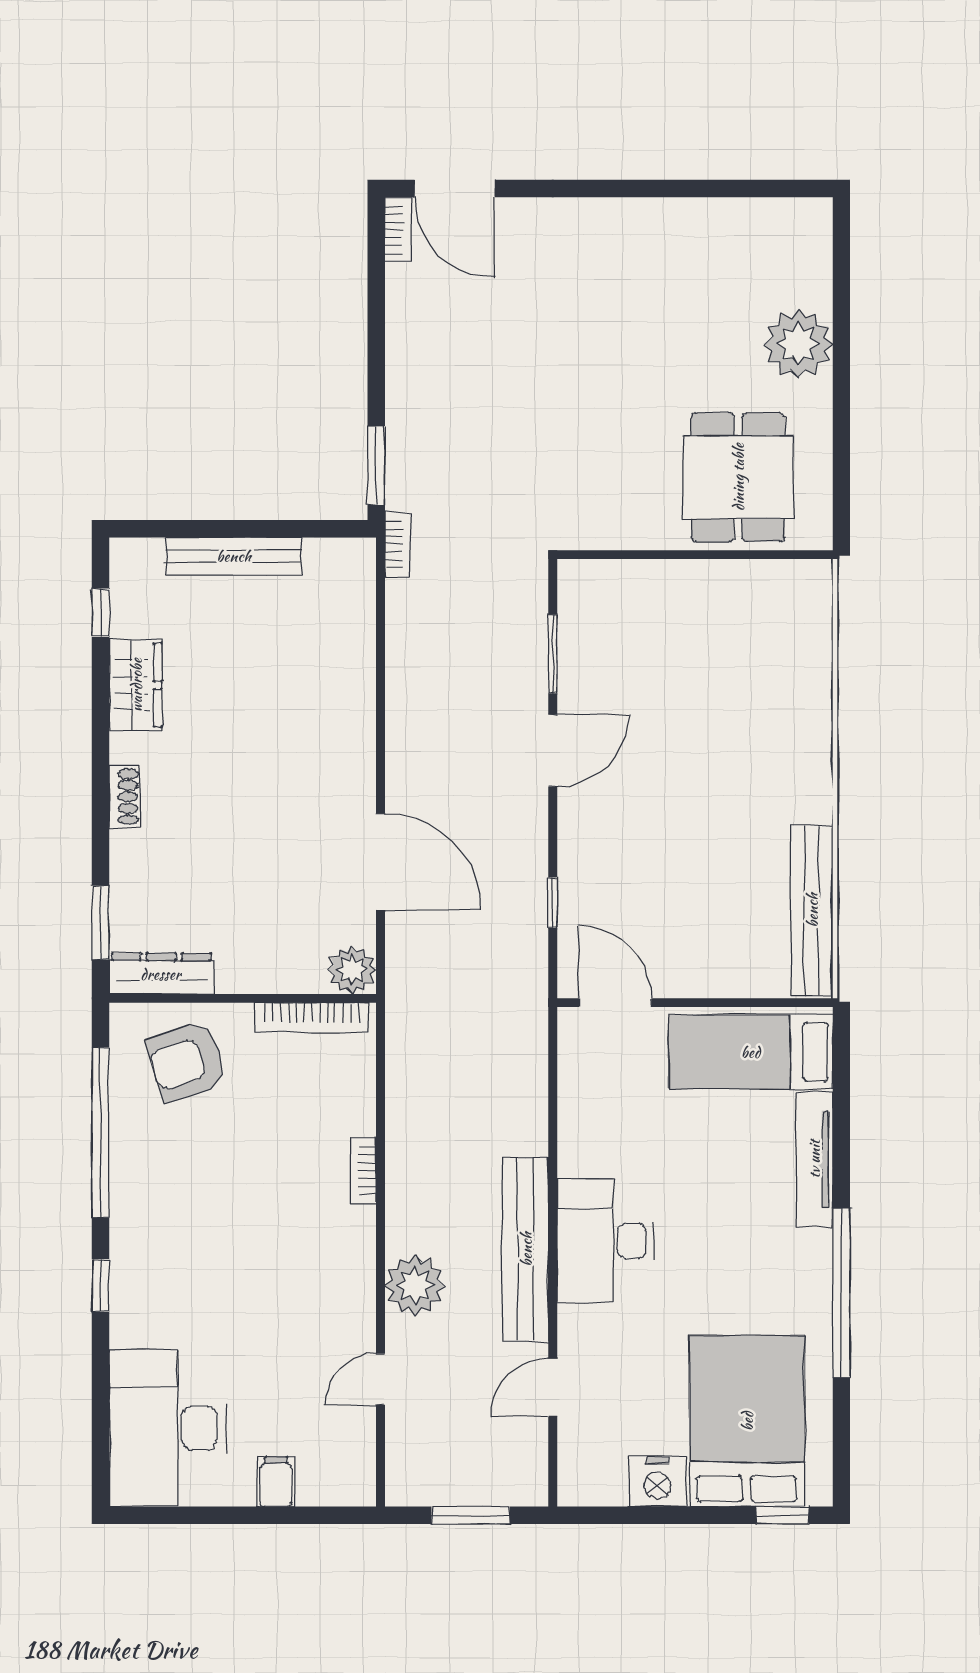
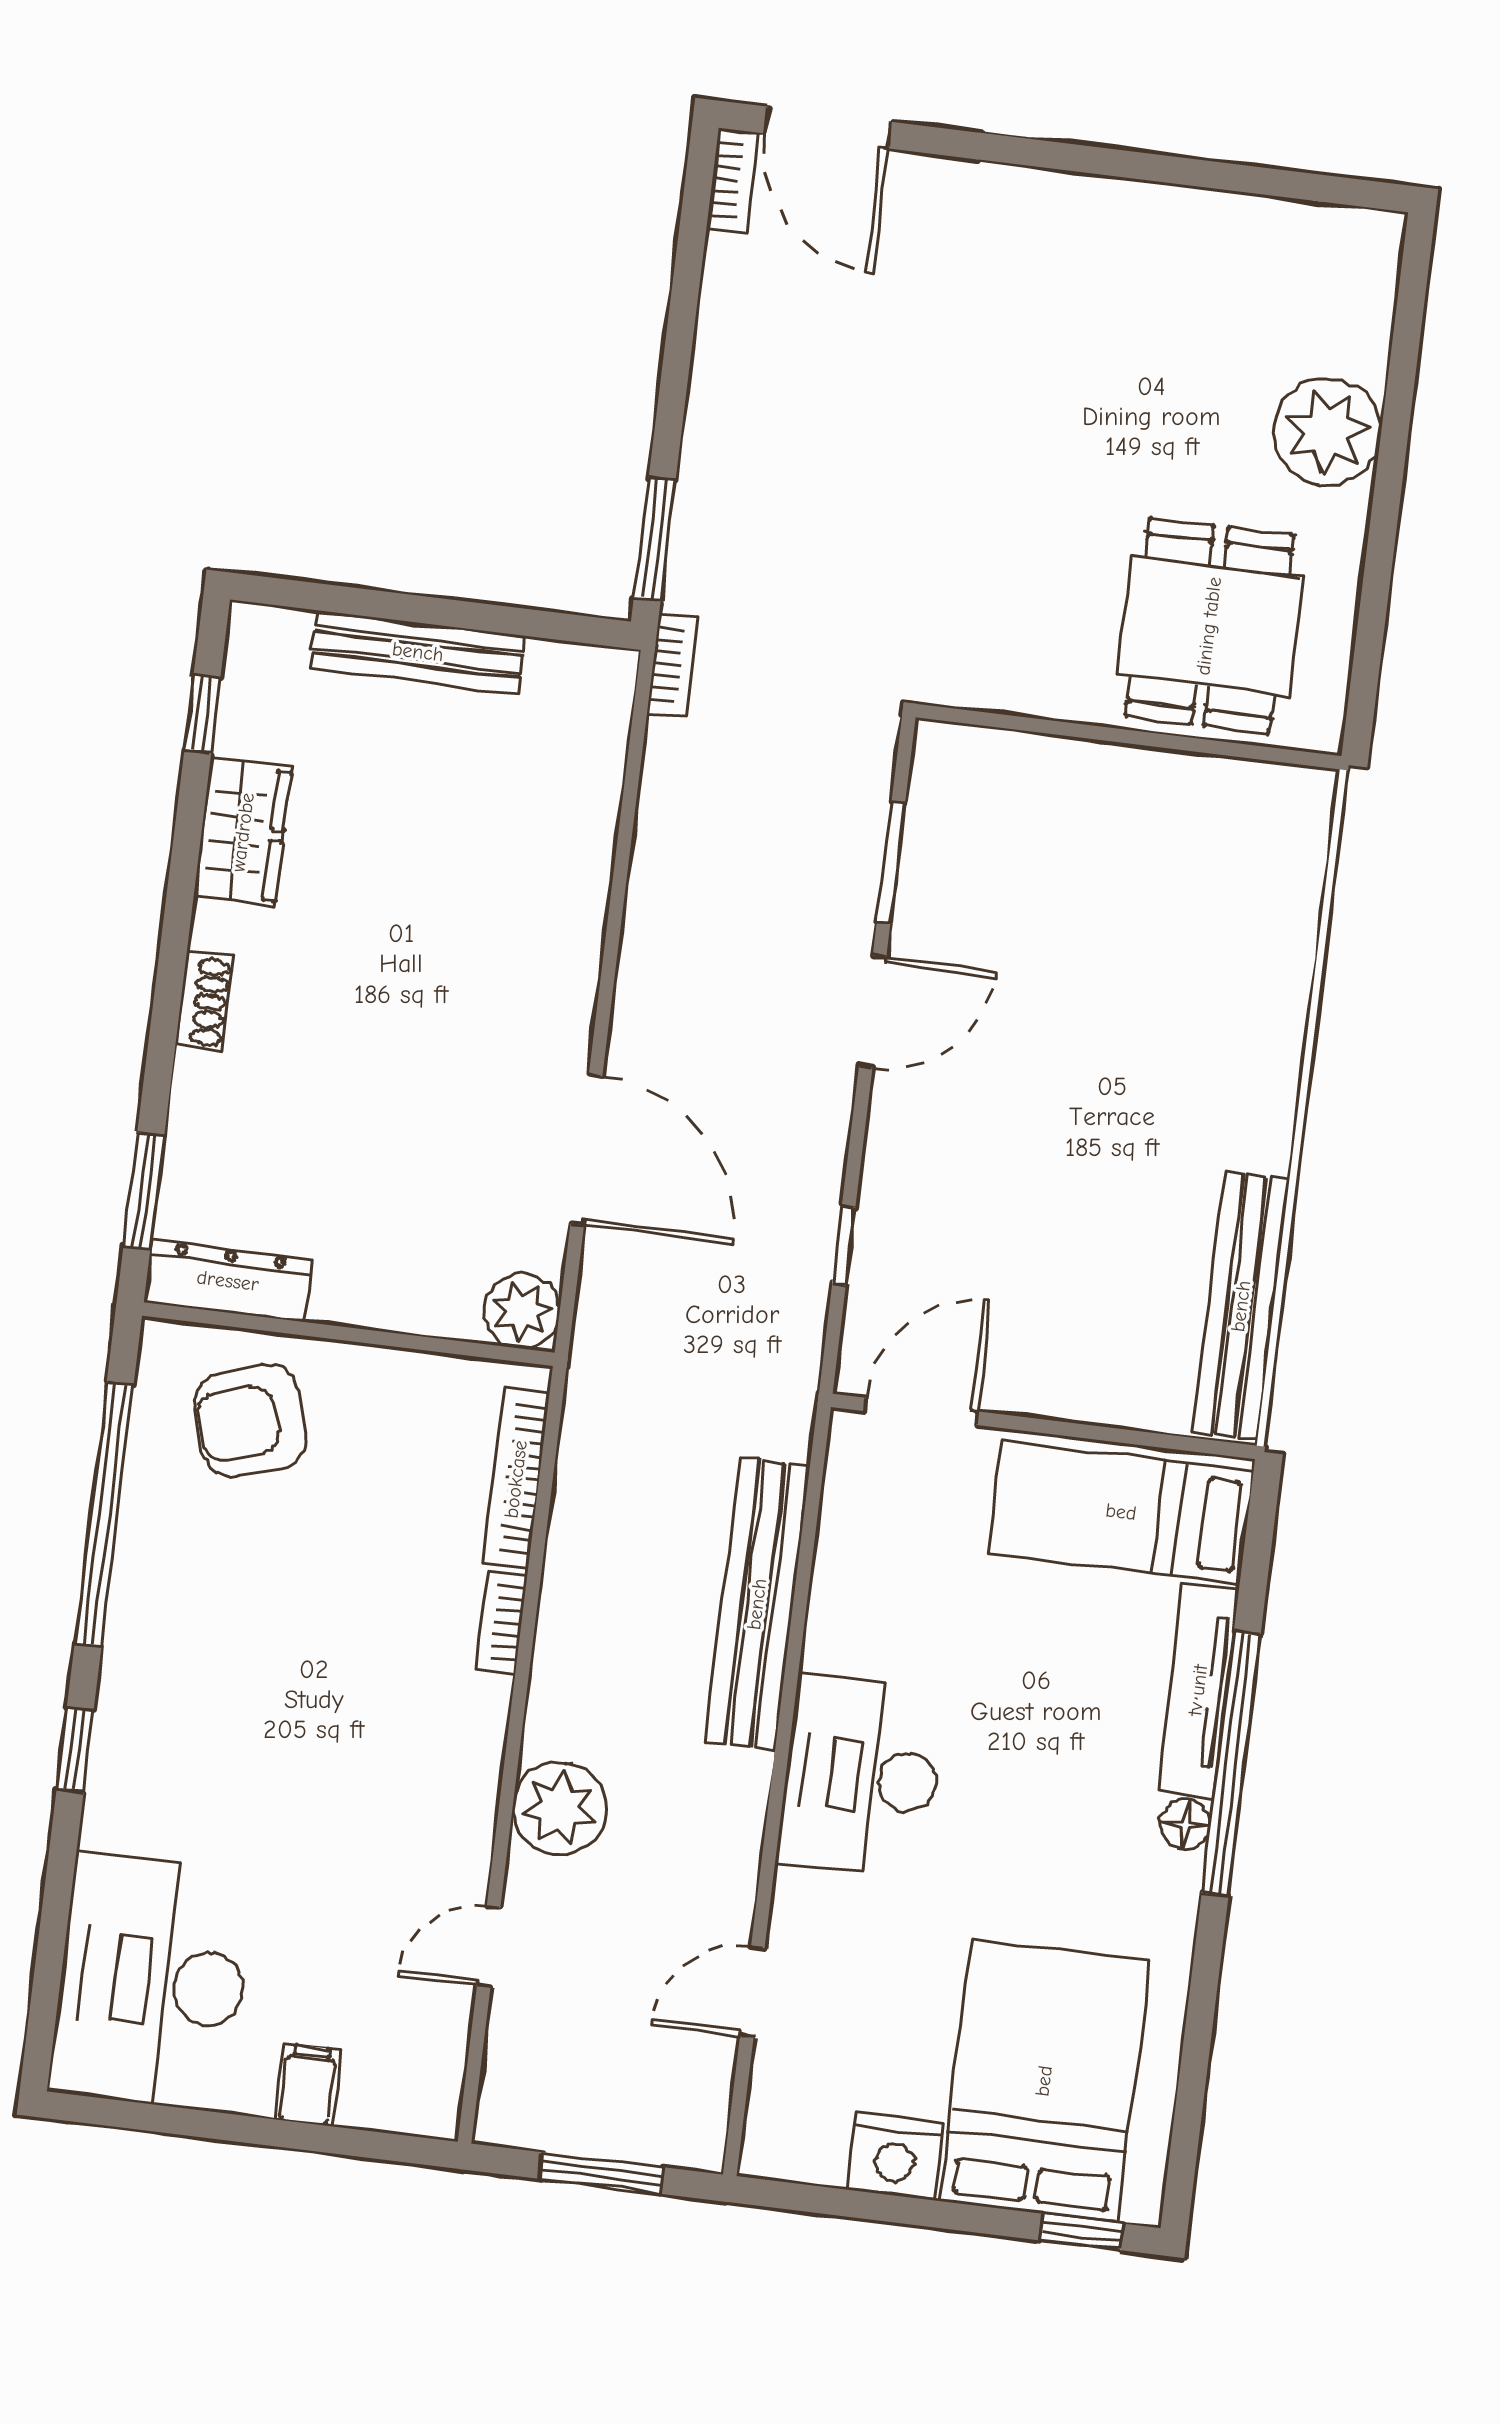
door: (615, 1003) -> (921, 1411), hinge flipped
bookcase: (312, 1017) -> (516, 1479), moved, turned 90
floor lamp: (817, 1246) -> (1185, 1825), added
bench: (526, 1249) -> (757, 1604), moved
window: (841, 1293) -> (1231, 1764), moved

